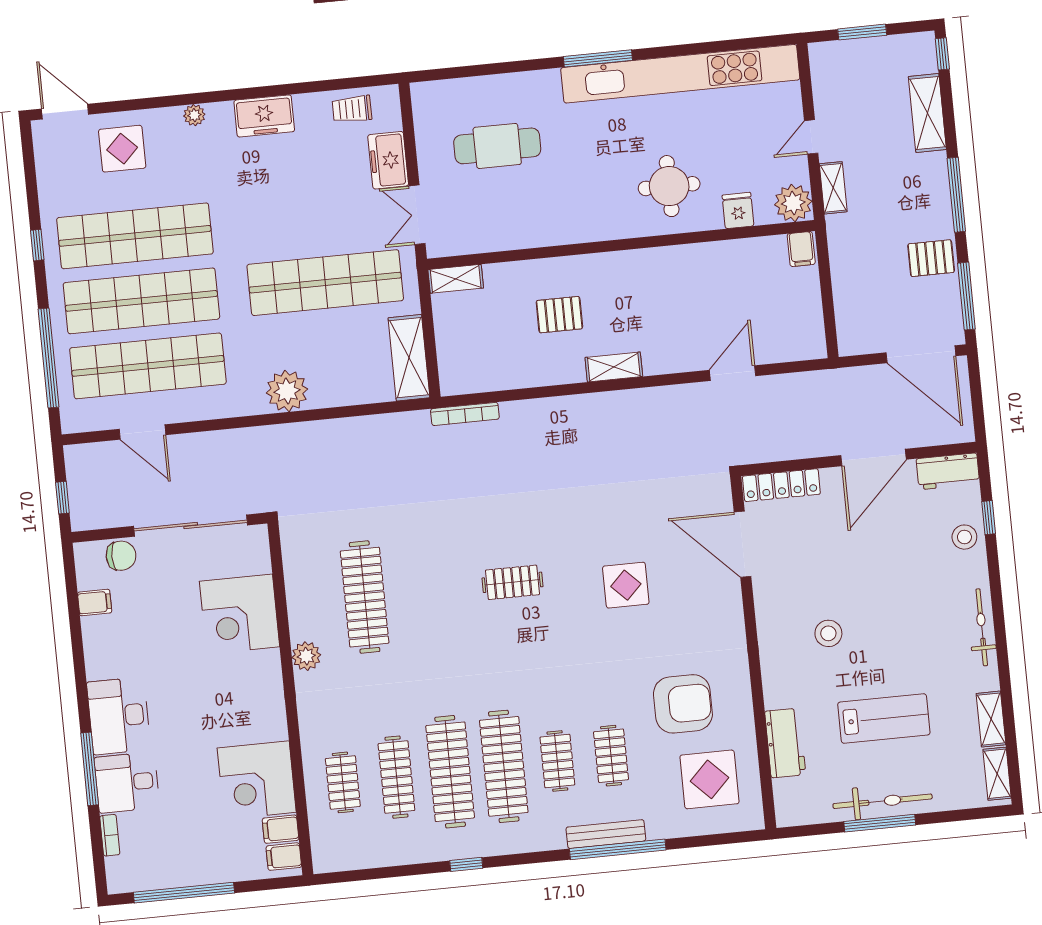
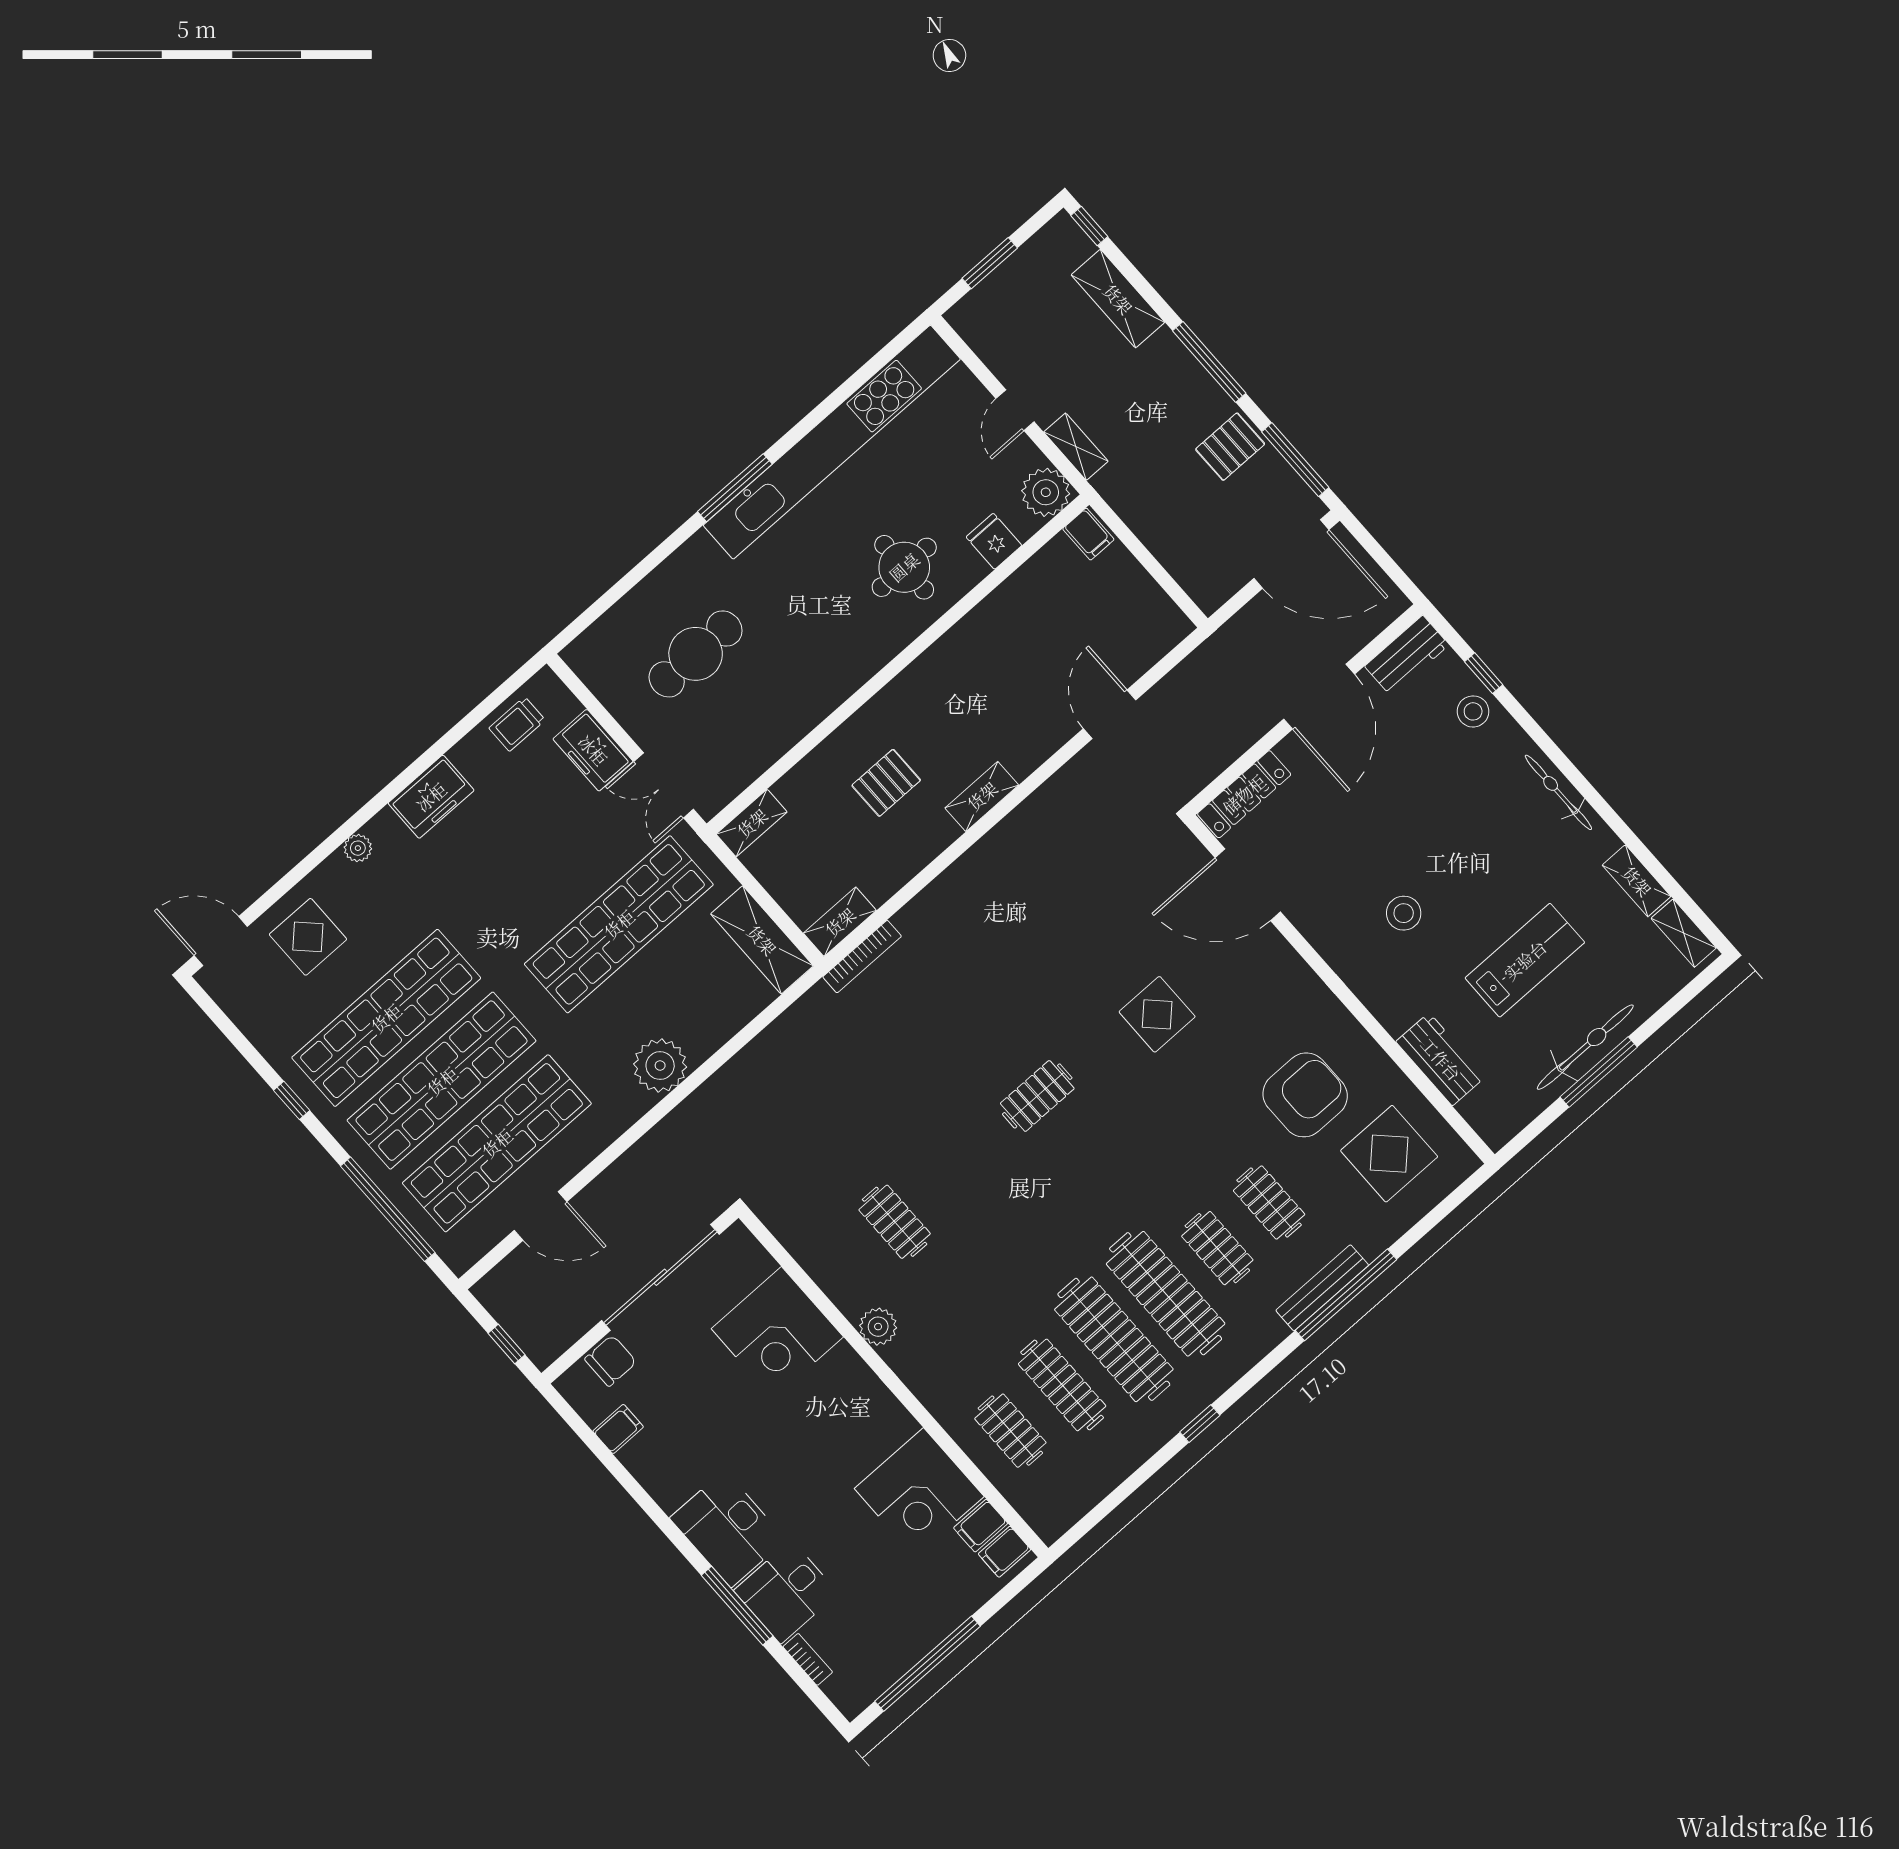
shelving: (467, 382) -> (840, 922), added
clothes rail: (365, 597) -> (895, 1222), width x0.54, depth x0.76

